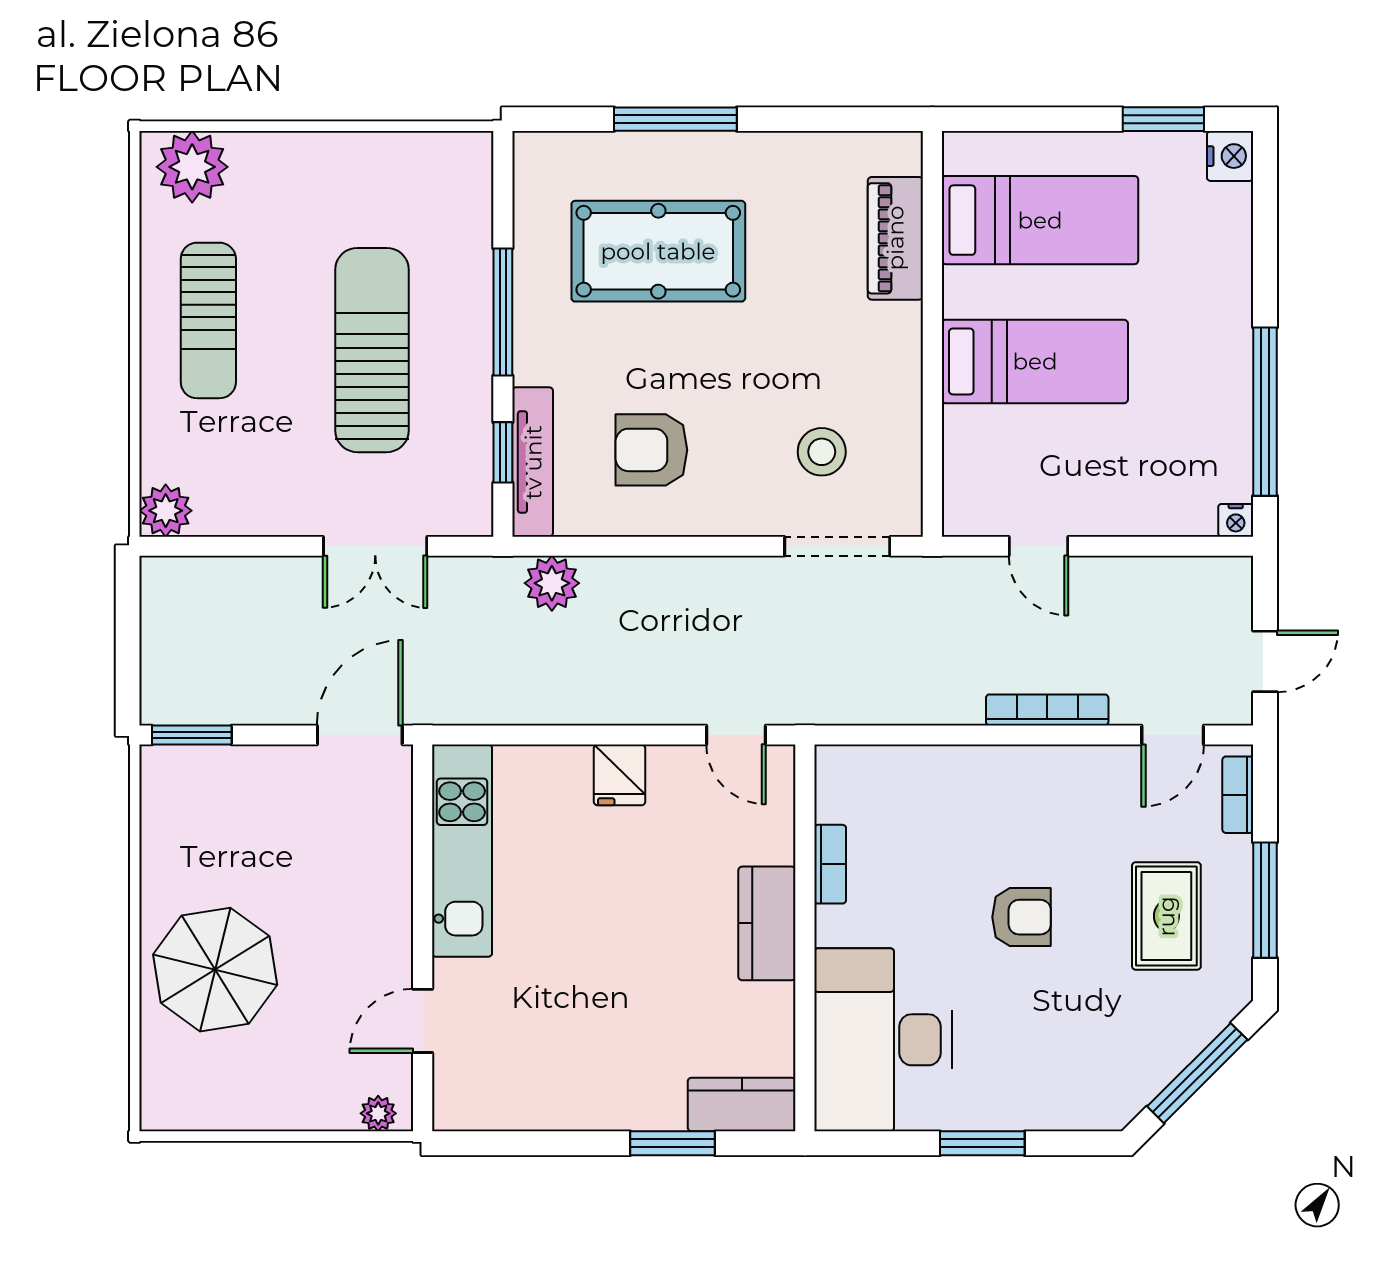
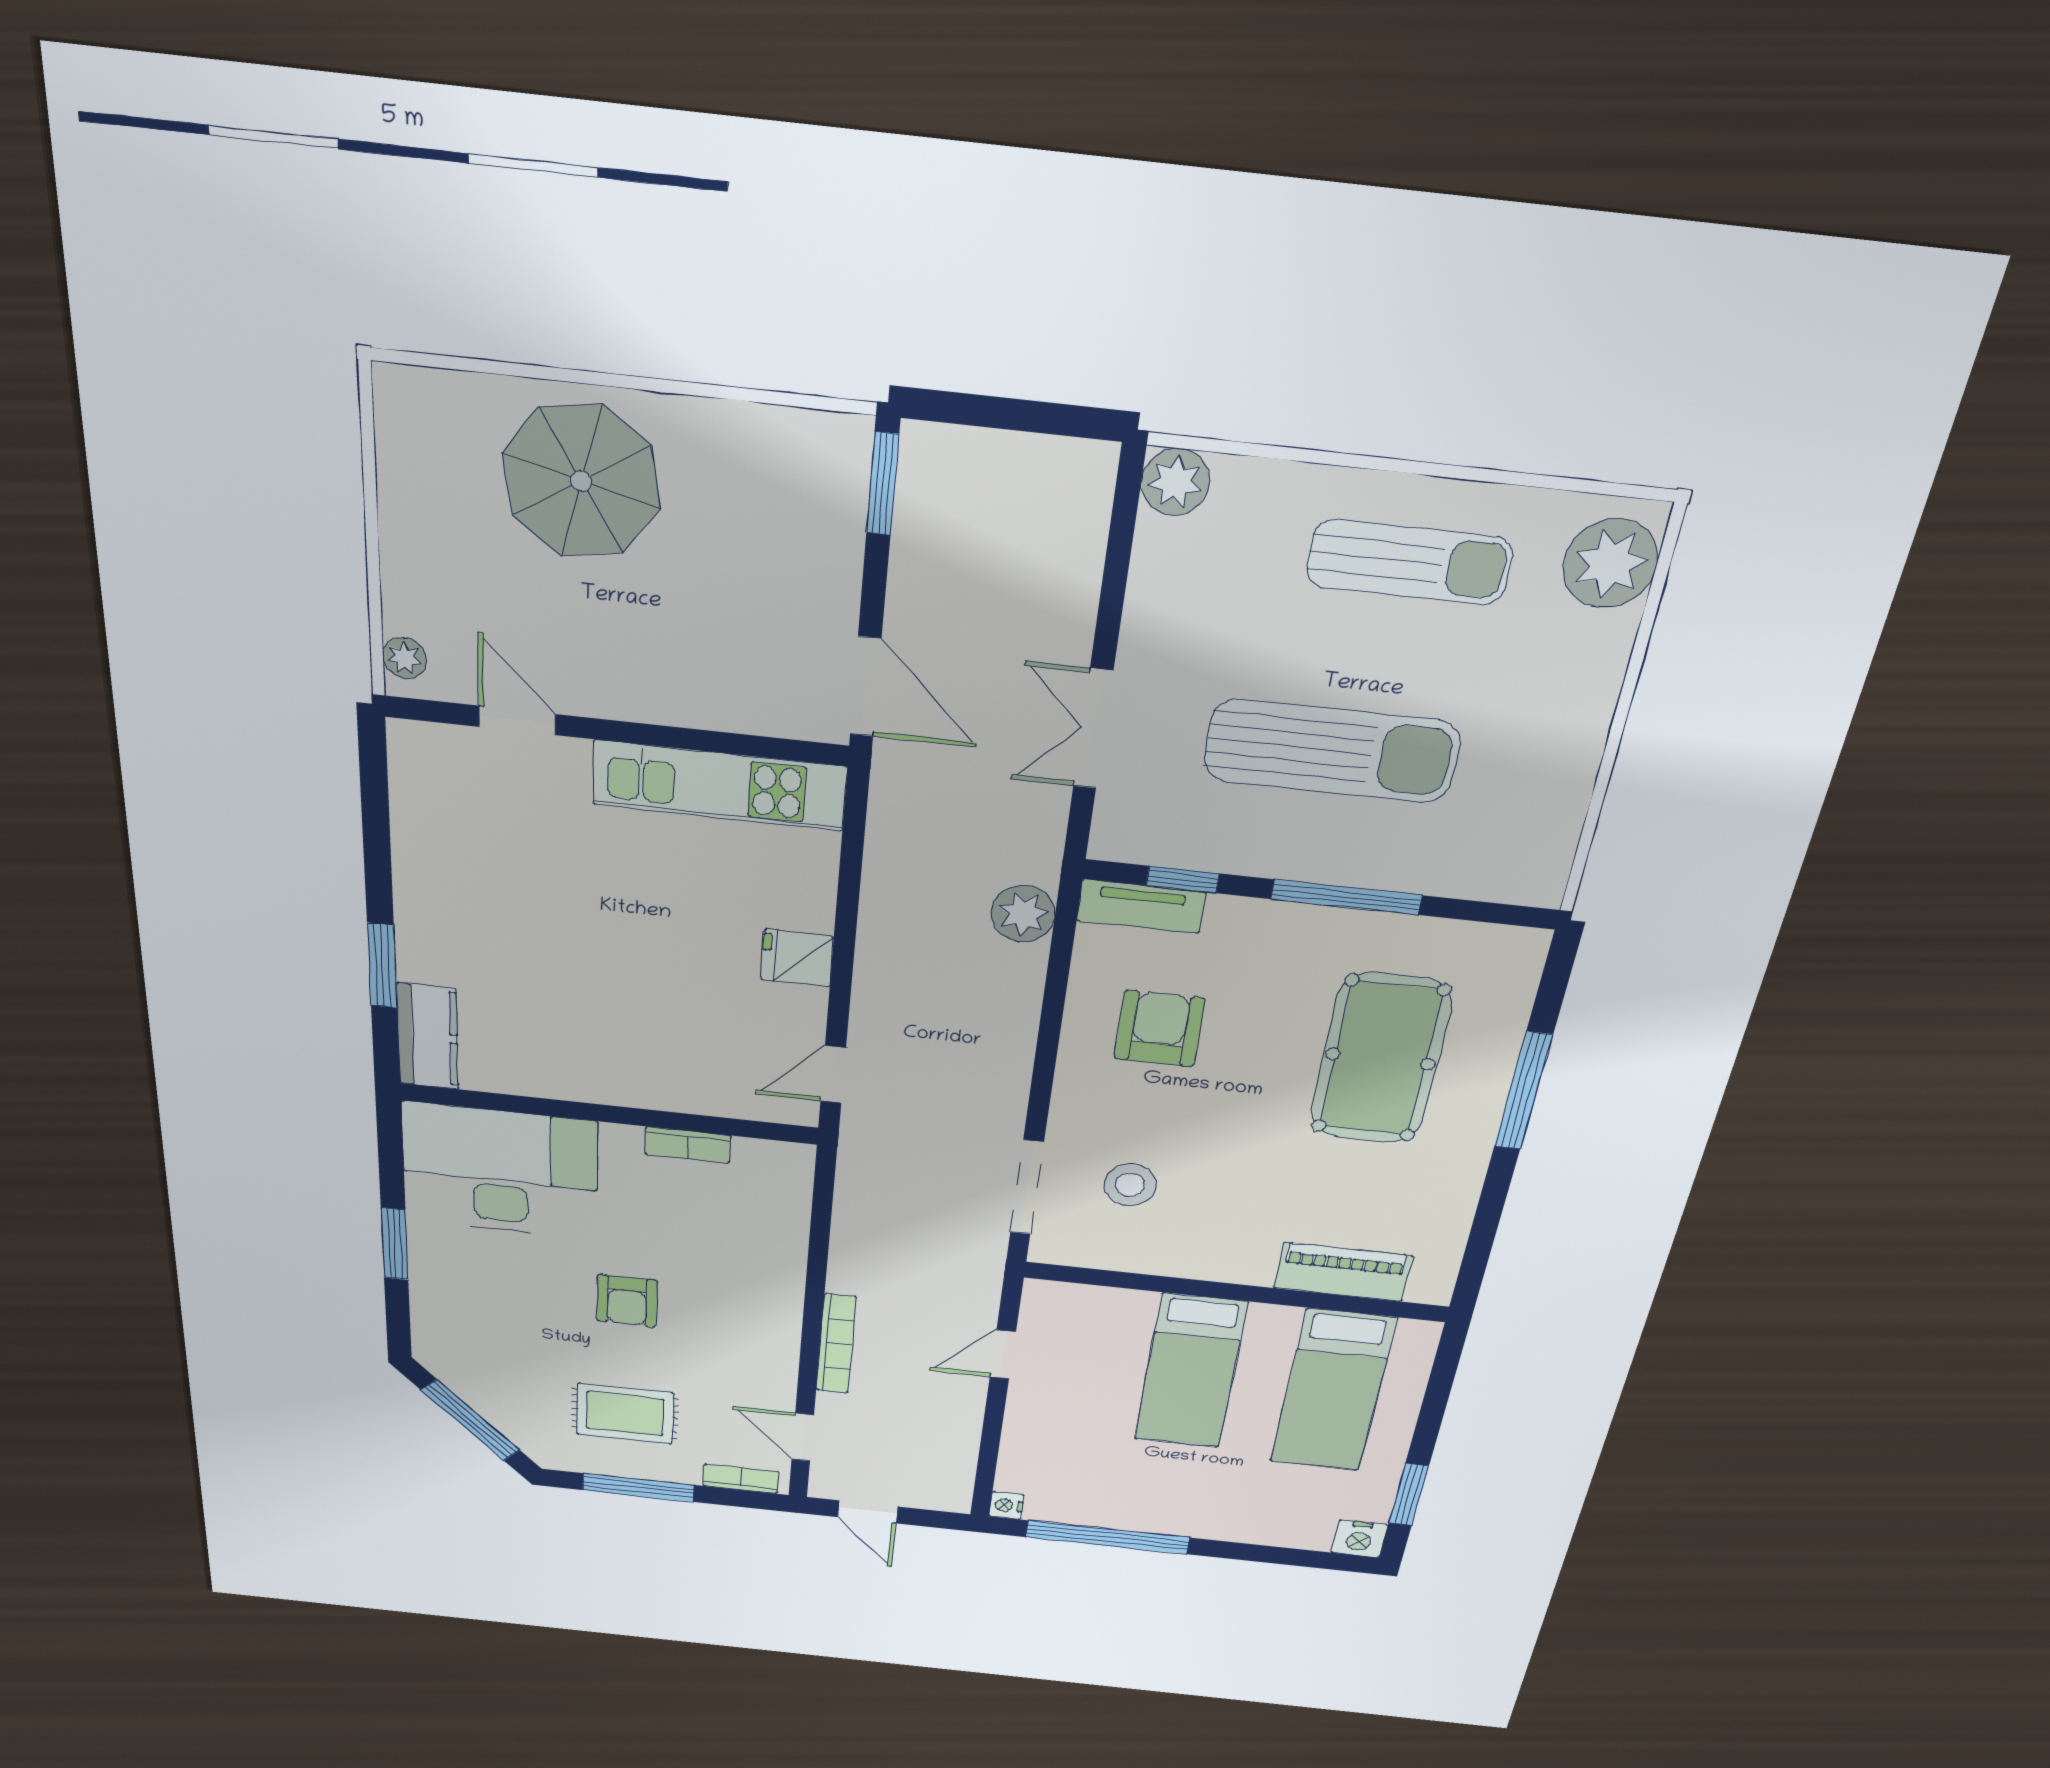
sun lounger: (208, 320) -> (1409, 562), turned 180
tv unit: (533, 462) -> (1141, 906), width x0.71
kitchen counter: (767, 923) -> (626, 1081), removed

